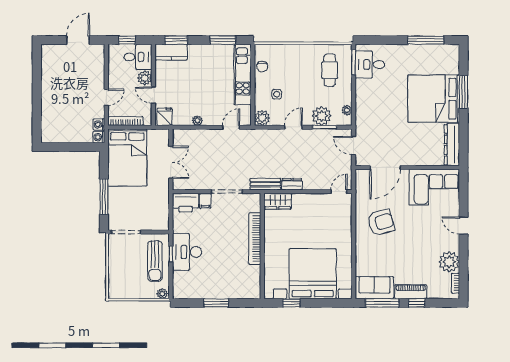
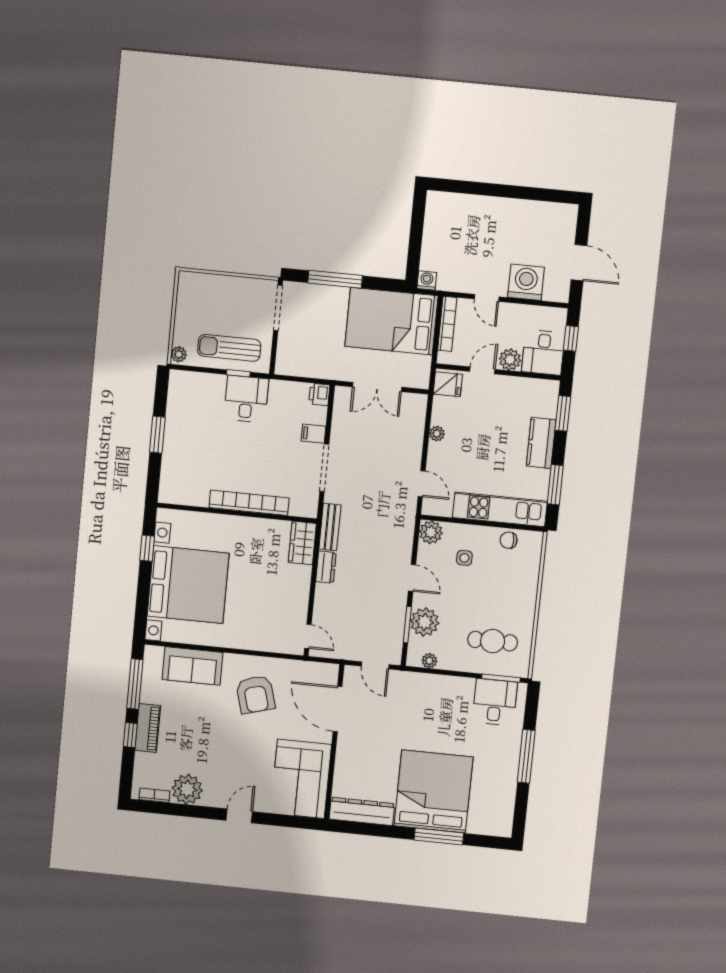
window: (426, 40) -> (526, 756), moved
kitchen counter: (171, 52) -> (541, 443), moved
washing machine: (99, 124) -> (526, 282), moved, width x1.89, depth x1.89
door: (354, 146) -> (375, 665), swing flipped
printer: (185, 203) -> (319, 394), width x0.53, depth x0.68
desk: (187, 252) -> (246, 399), width x0.73
sofa: (374, 288) -> (192, 666), moved, turned 90

